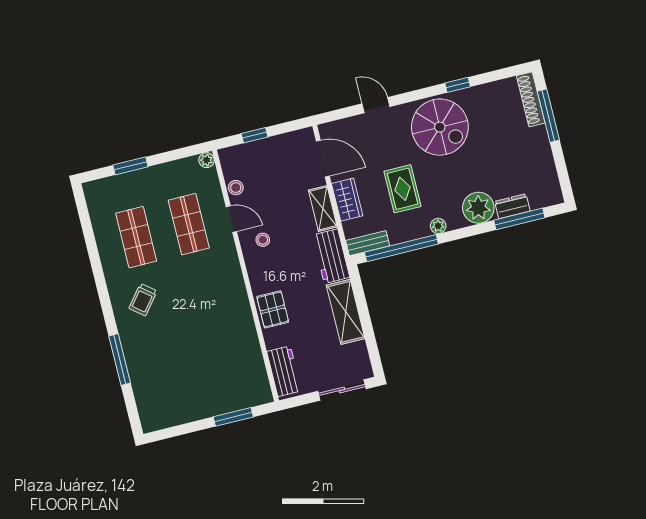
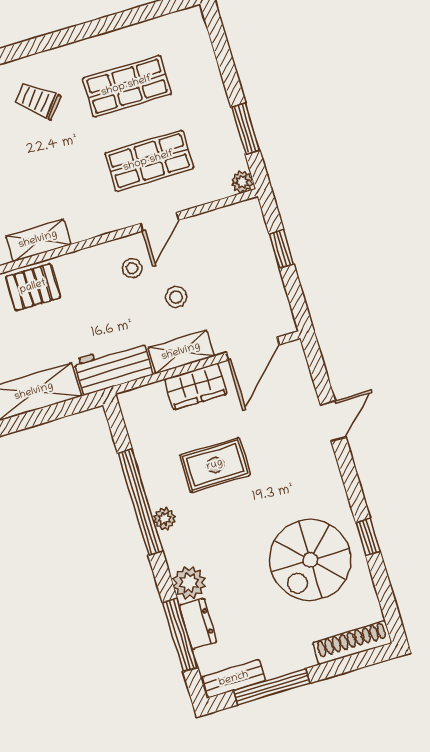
window: (548, 116) -> (272, 687), moved
spiral stairs: (440, 127) -> (310, 560), moved
window: (130, 166) -> (245, 129), moved
stool: (236, 188) -> (176, 297), moved
plant: (478, 208) -> (189, 583), width x0.73, depth x0.73
bench: (368, 243) -> (234, 679), moved, turned 90
window: (401, 248) -> (140, 502), moved
shelving: (240, 304) -> (38, 240), added

